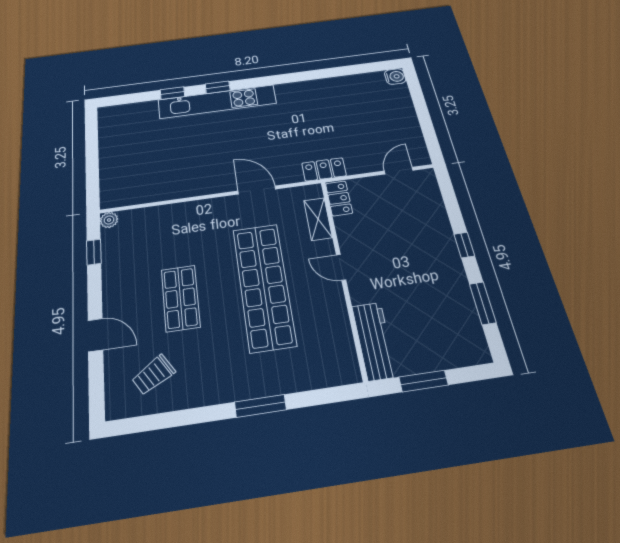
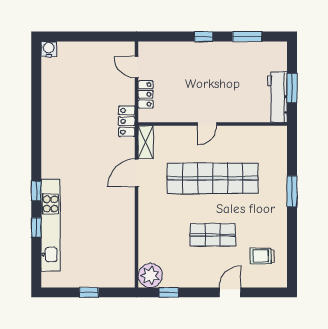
kitchen unit: (217, 102) -> (51, 225), moved
window: (92, 158) -> (89, 292), added
locker: (339, 198) -> (146, 94), moved, turned 90
shelving: (318, 219) -> (146, 142), moved, turned 90
plant: (109, 220) -> (150, 275), width x1.88, depth x1.88
workbench: (374, 341) -> (278, 97), moved, turned -90
trolley: (153, 375) -> (262, 256), turned 122

